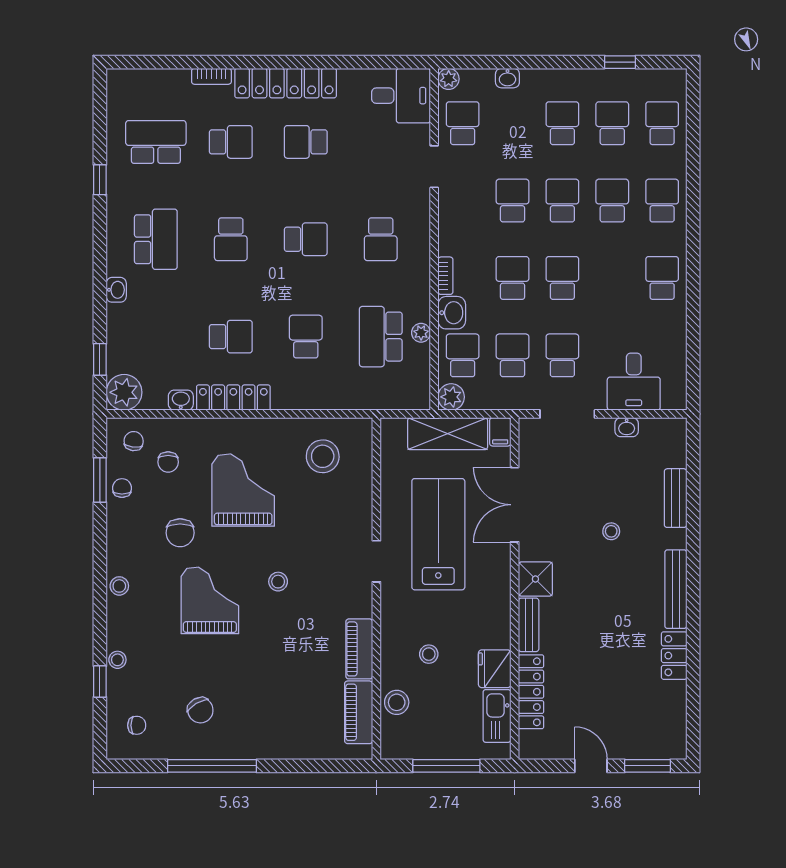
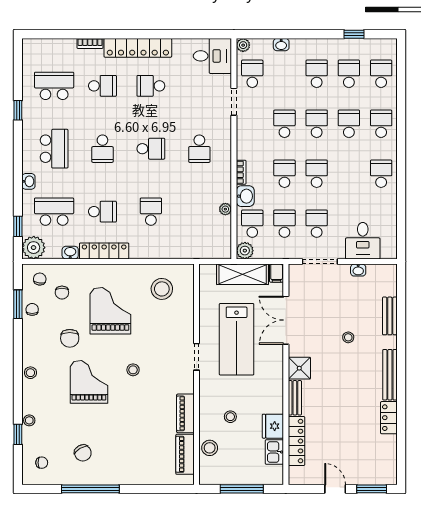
school desk: (381, 337) -> (54, 212), moved, turned 90
lab bench: (438, 534) -> (237, 339), turned 180
kitchen sink: (497, 716) -> (274, 452), width x0.73

